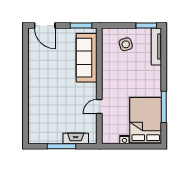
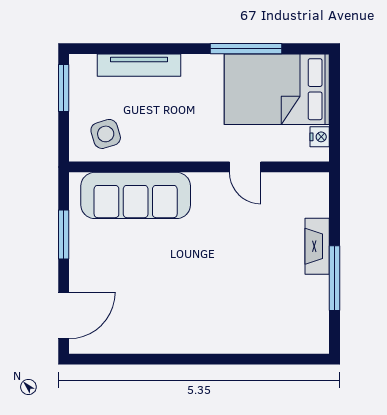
tv unit: (156, 46) -> (139, 65), moved
sofa: (87, 58) -> (136, 195), moved
wall: (99, 86) -> (199, 167), moved
door: (99, 106) -> (245, 167), moved

